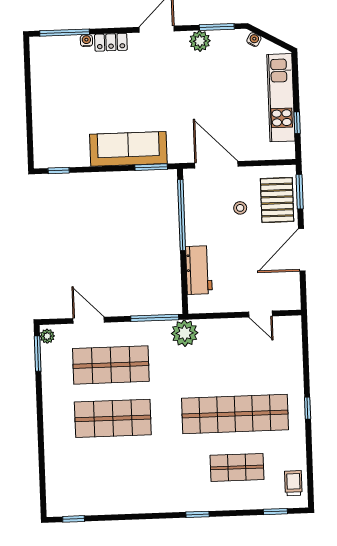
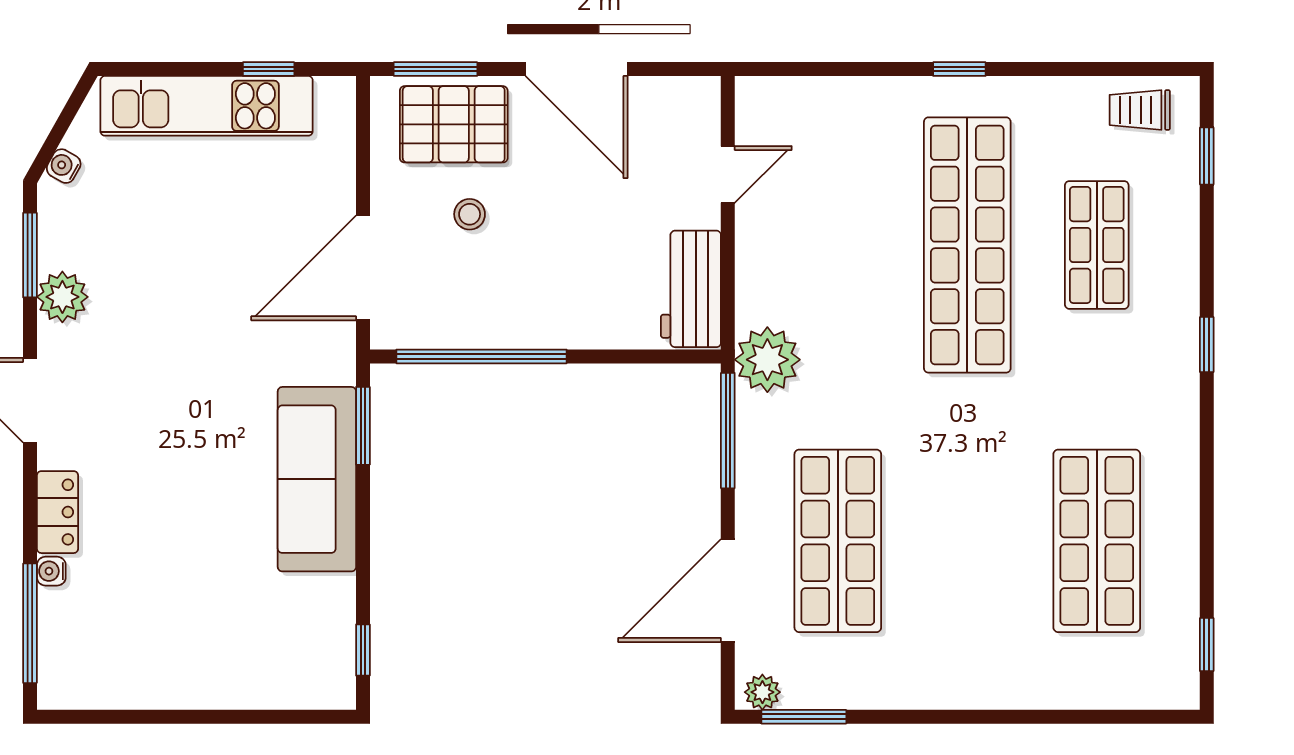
workbench: (199, 270) -> (691, 289), moved, turned -90
door: (89, 320) -> (728, 591), width x1.36
shop shelf: (113, 418) -> (1097, 541), moved

